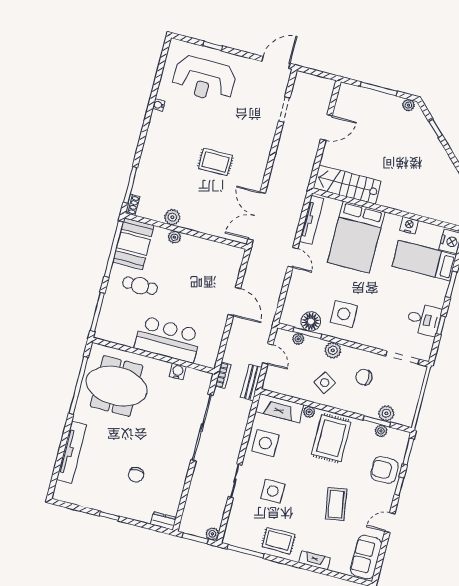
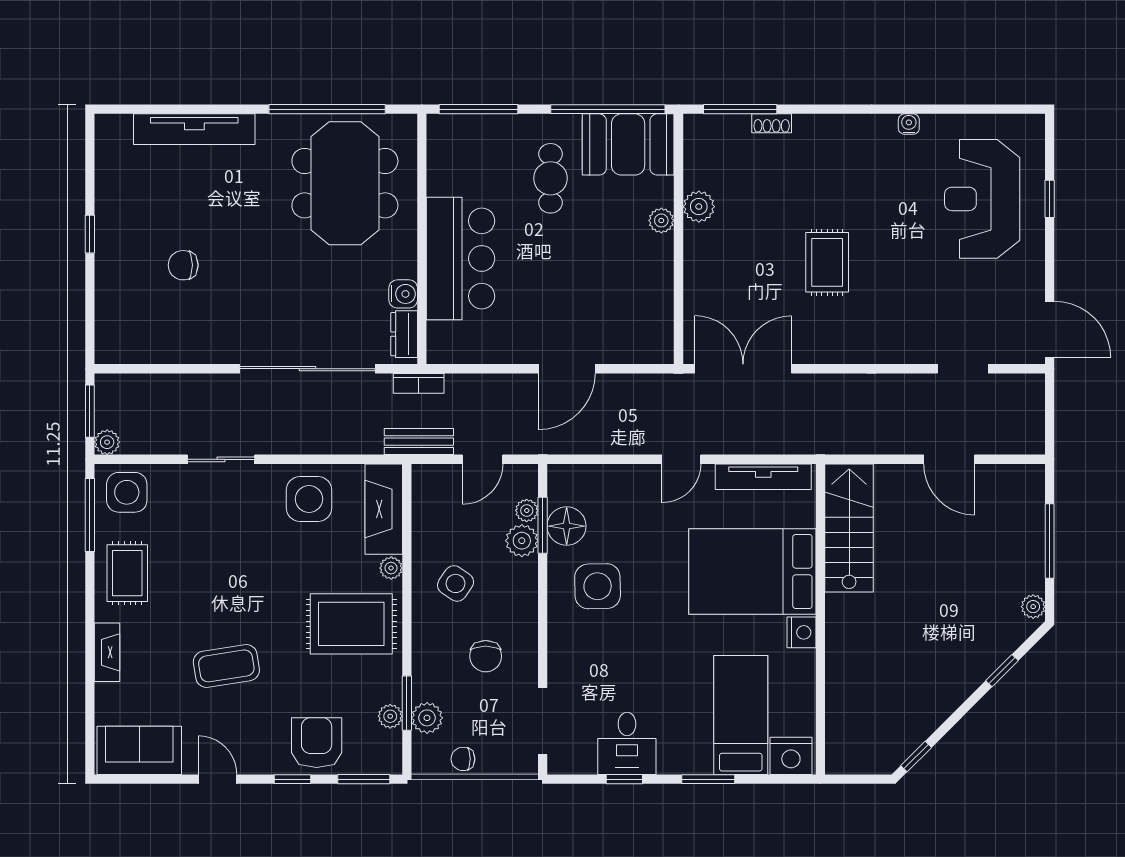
shoe rack: (132, 205) -> (772, 123), moved
nightstand: (409, 225) -> (801, 632), moved
plant: (333, 350) -> (522, 541), moved
chair: (364, 377) -> (486, 656), turned 180
chair: (411, 401) -> (463, 759), added
side table: (273, 491) -> (127, 492), moved
dresser: (163, 521) -> (404, 334), moved, turned 180

